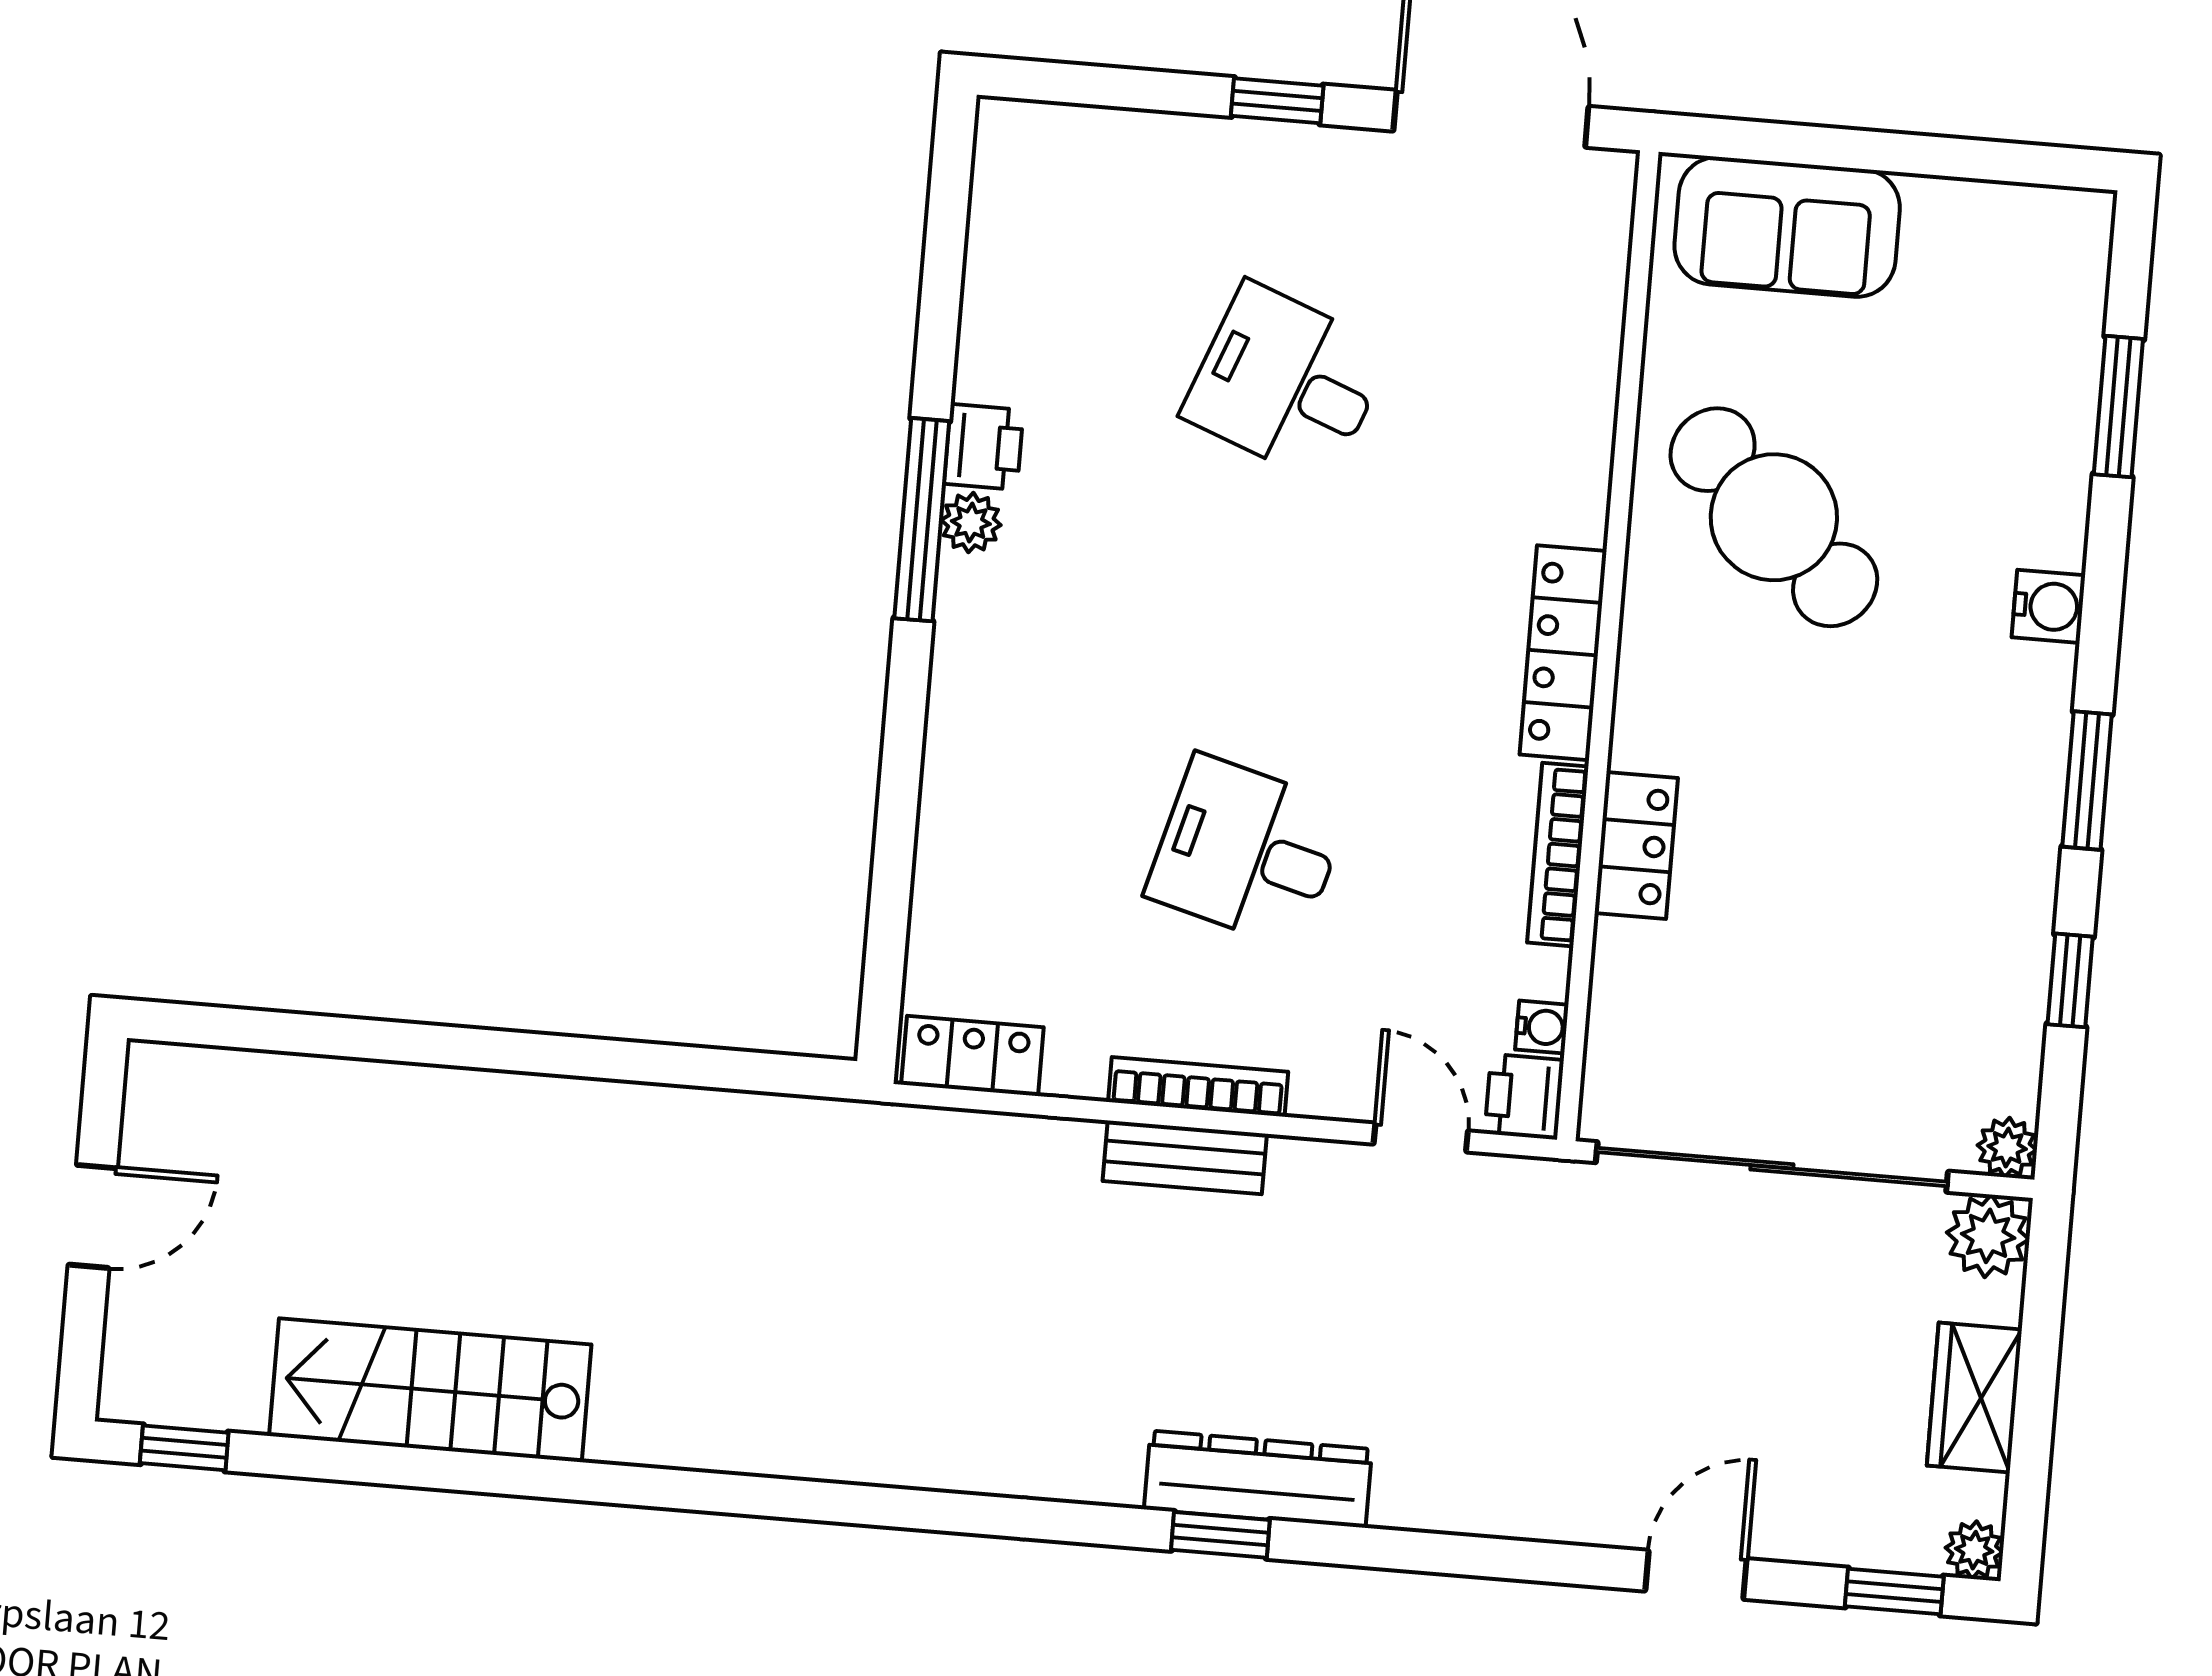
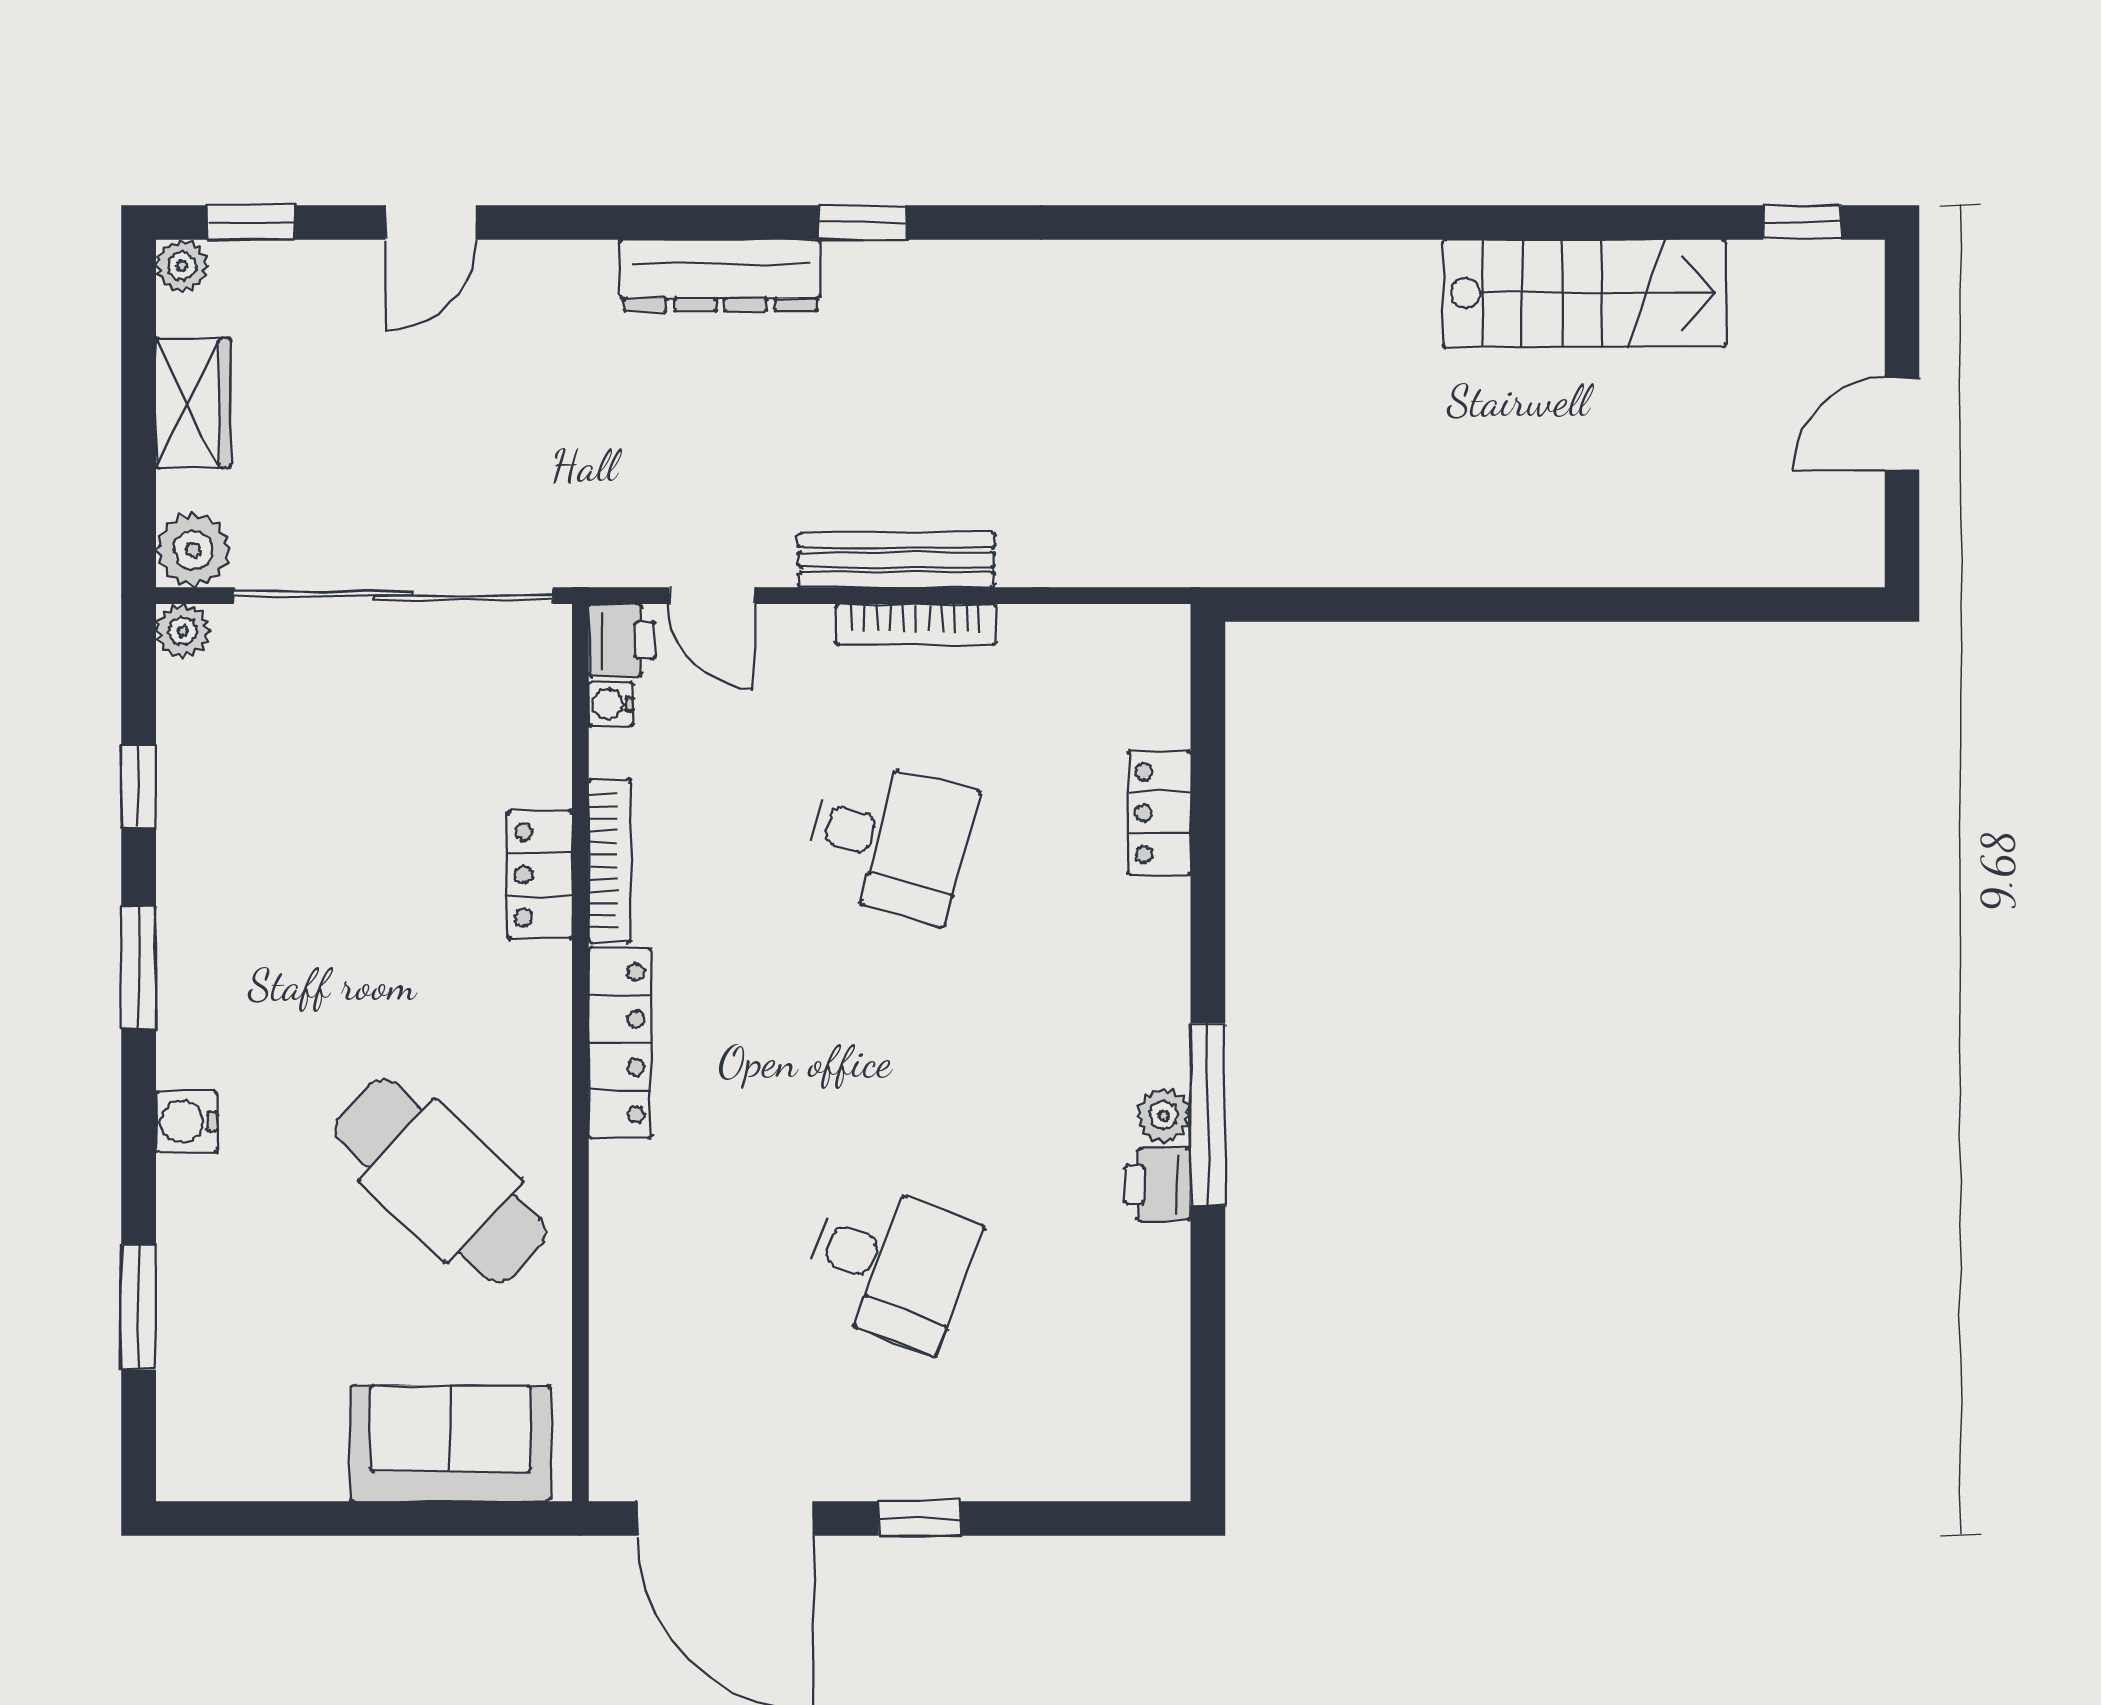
locker: (972, 1056) -> (1159, 813), moved, turned 90
bench: (1185, 1157) -> (897, 560), width x1.36
dresser: (1258, 1479) -> (720, 275), moved

